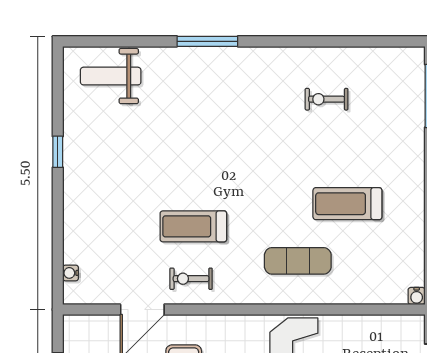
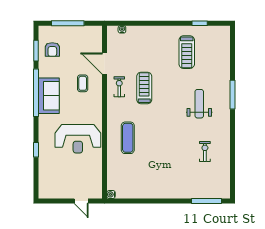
weight bench: (111, 76) -> (199, 104), moved
window: (58, 152) -> (200, 23), moved
treadmill: (347, 204) -> (187, 52), moved, turned 180

